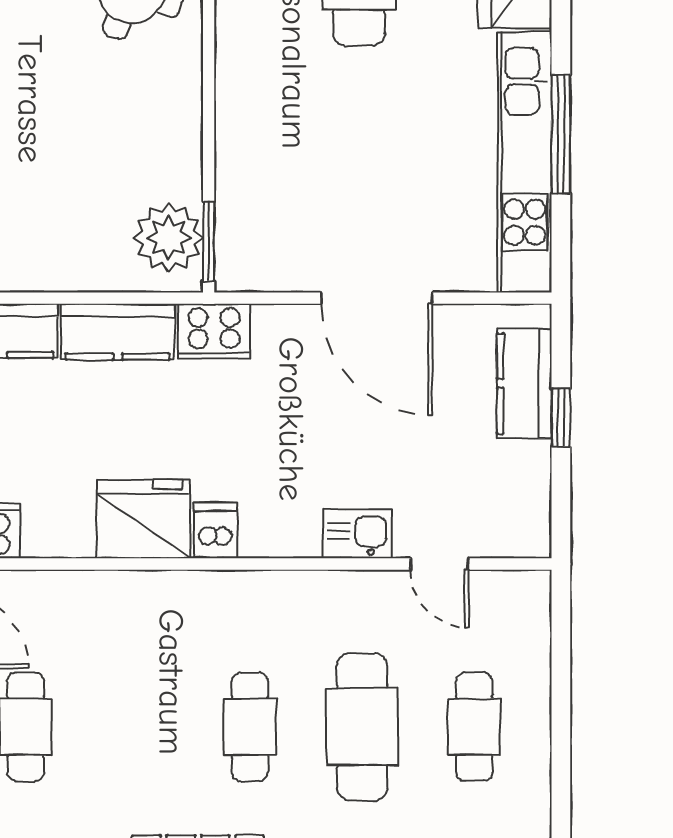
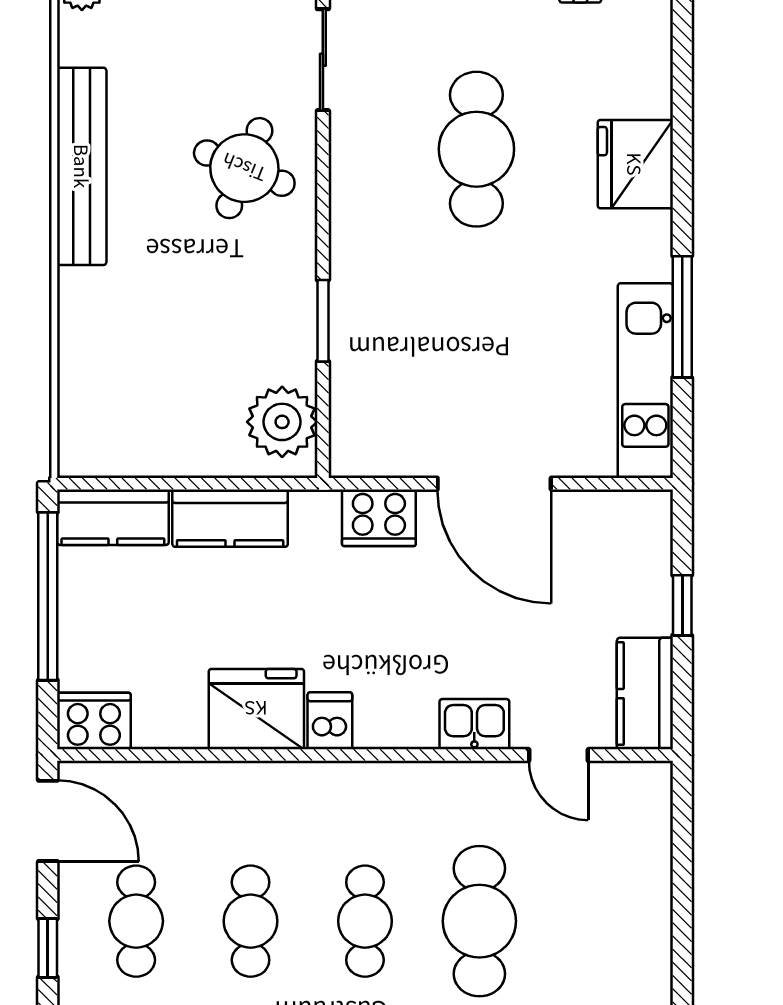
kitchen unit: (525, 162) -> (645, 381), width x0.73
window: (209, 242) -> (323, 321), moved
cooker: (214, 331) -> (379, 518), moved
kitchen counter: (524, 384) -> (645, 694), moved
cafe table: (474, 727) -> (251, 921), moved

